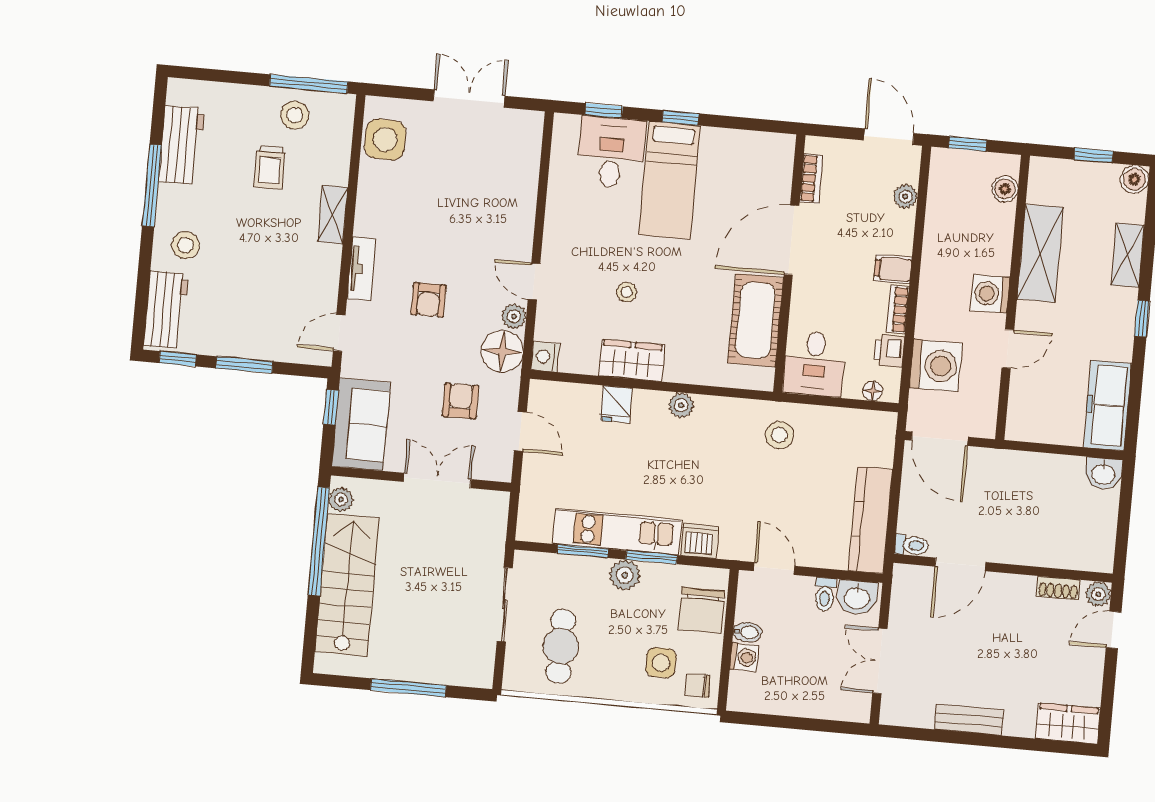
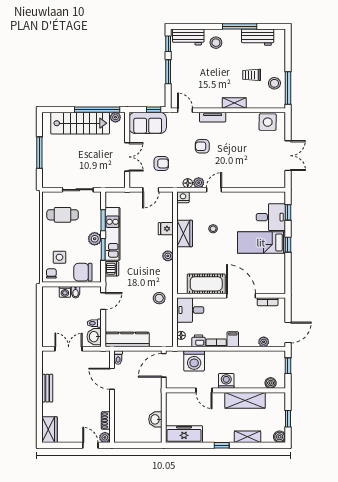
floor lamp: (502, 351) -> (188, 183), width x0.53, depth x0.53
washbasin: (1104, 474) -> (155, 419), moved

